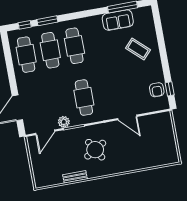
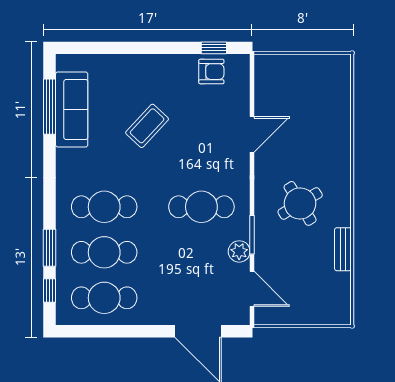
sofa: (118, 20) -> (72, 109), width x1.36
coffee table: (138, 49) -> (147, 126), moved

